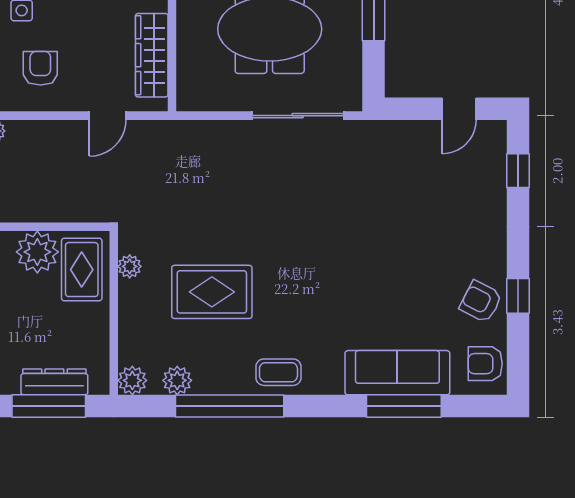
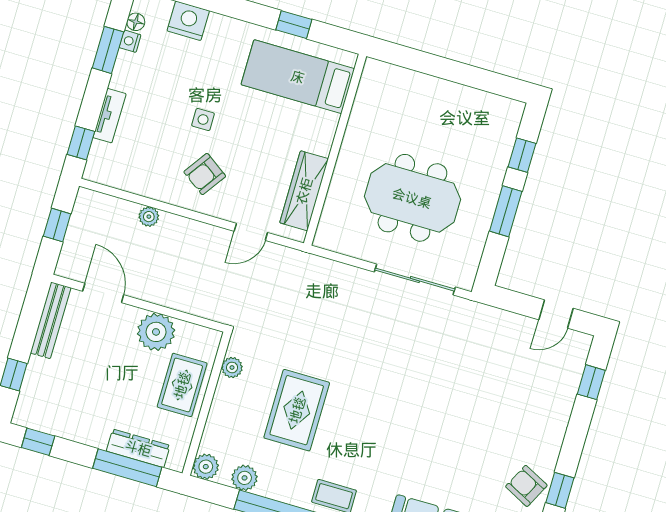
armchair: (40, 68) -> (205, 174), turned -145
rug: (82, 270) -> (182, 385), moved
rug: (212, 292) -> (297, 410), turned 90

